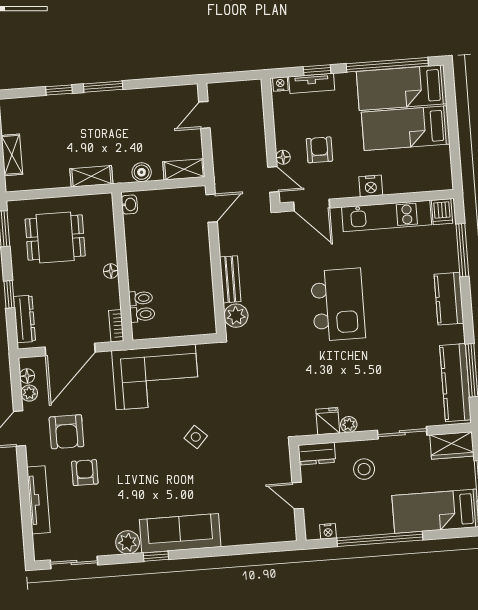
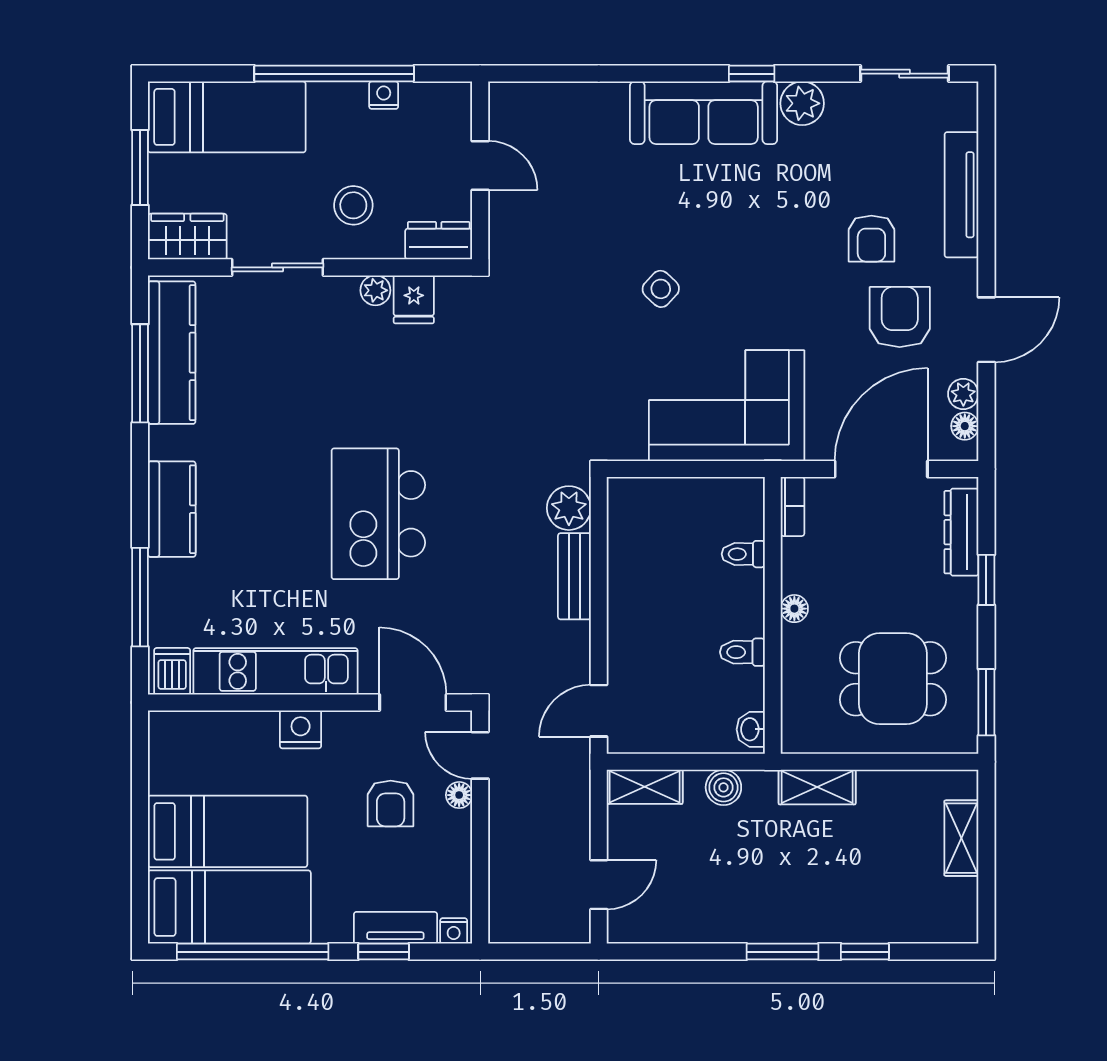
toilet: (142, 314) -> (742, 652), moved
nightstand: (328, 531) -> (384, 95), moved

